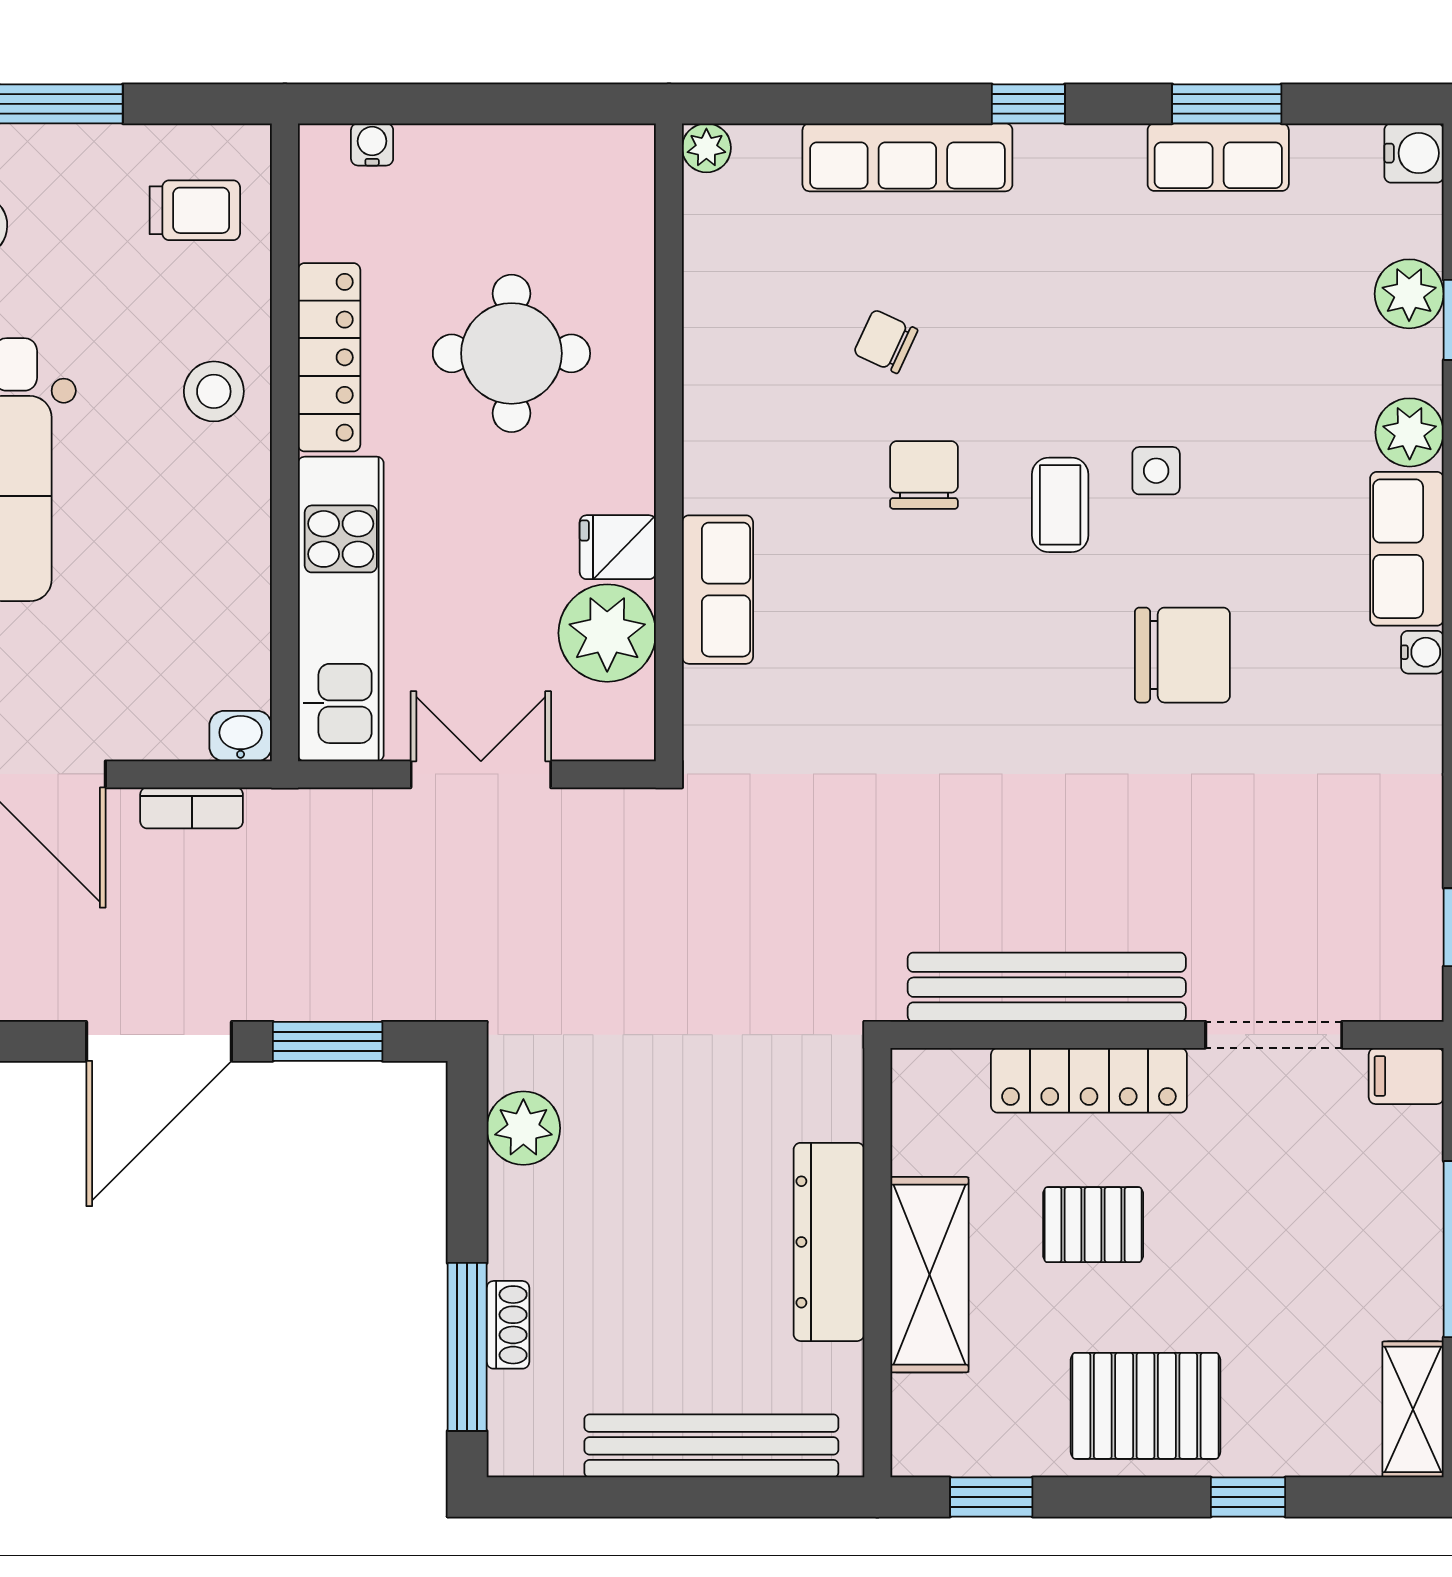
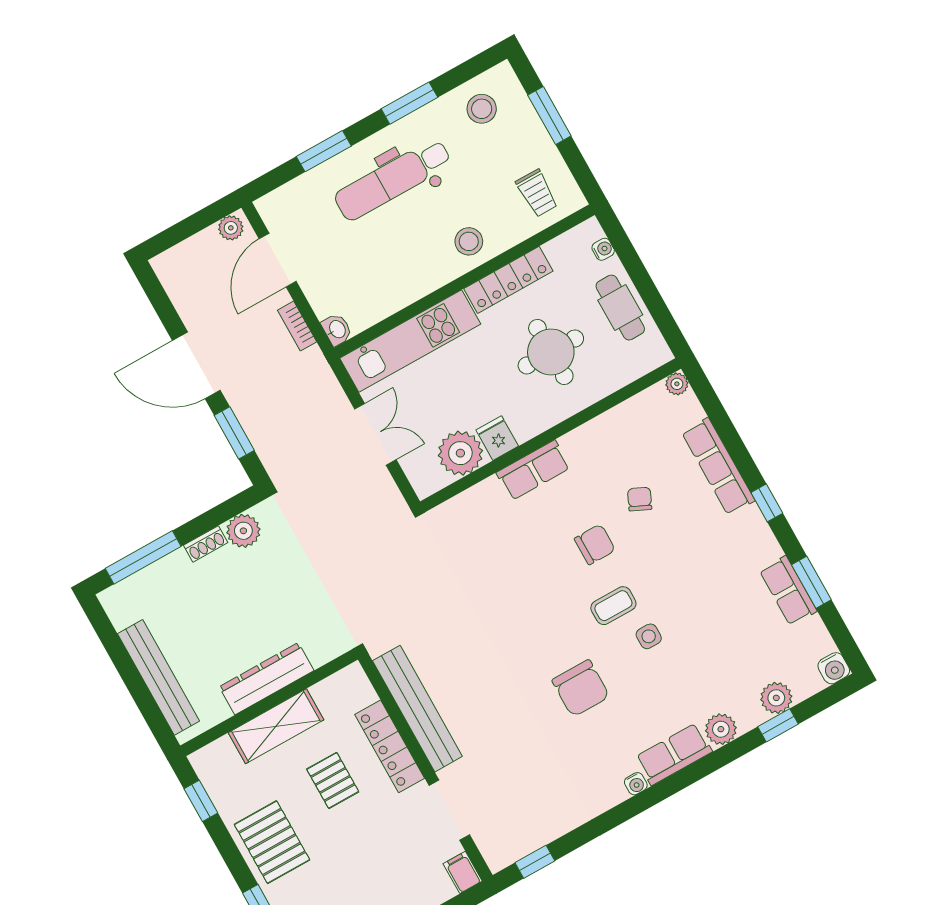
cafe table: (501, 174) -> (620, 308), added
row of seats: (717, 590) -> (533, 470), moved
shoe rack: (508, 1325) -> (206, 544), moved

